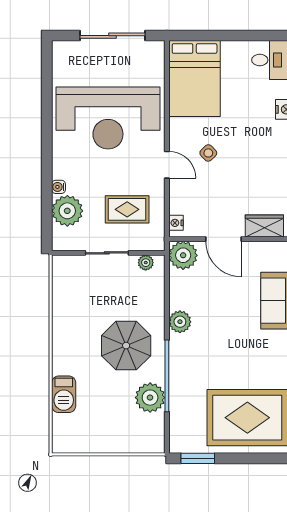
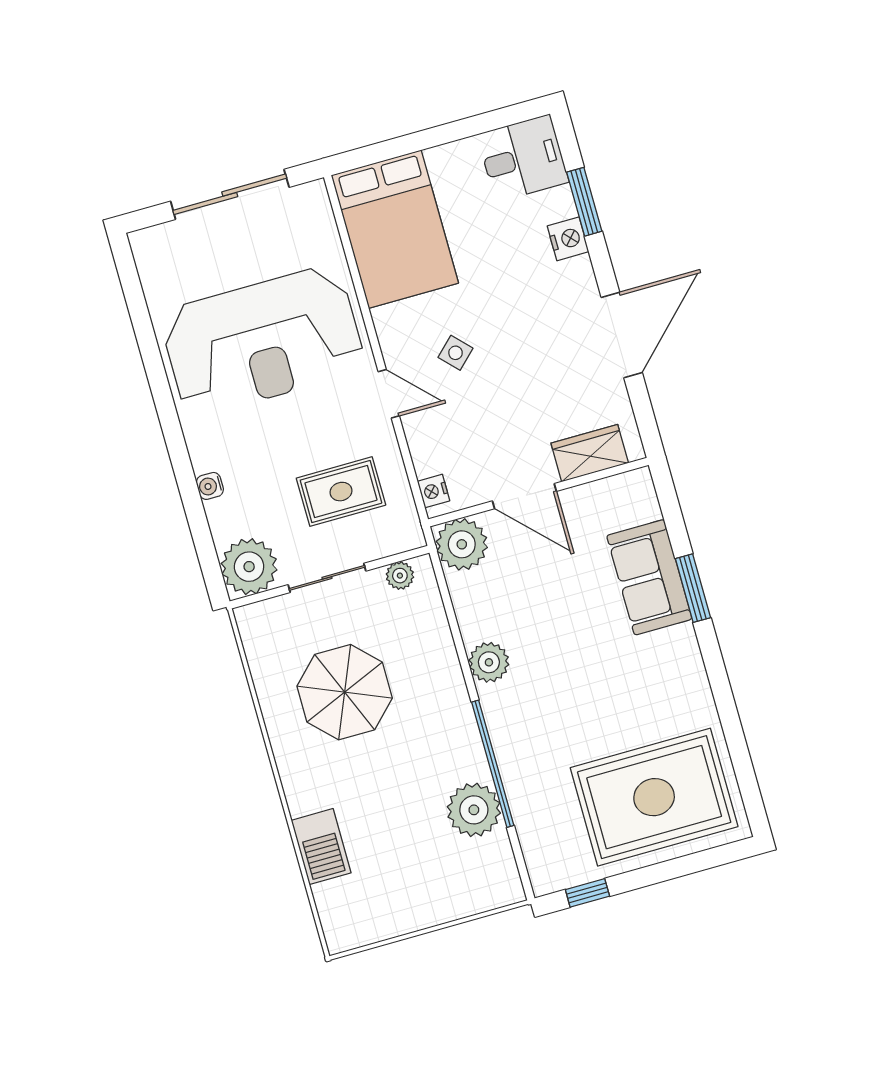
plant: (67, 211) -> (249, 567), moved
parasol: (126, 346) -> (345, 692), moved
window: (198, 458) -> (587, 893), width x0.67

